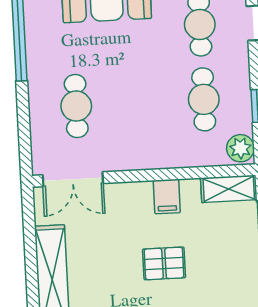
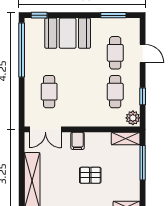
filing cabinet: (167, 197) -> (78, 141), moved

